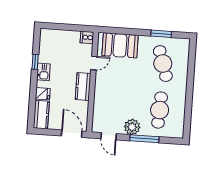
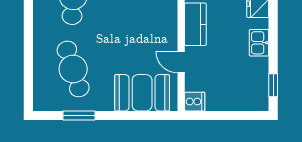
window: (35, 62) -> (273, 85), moved
door: (94, 63) -> (181, 62), hinge flipped

